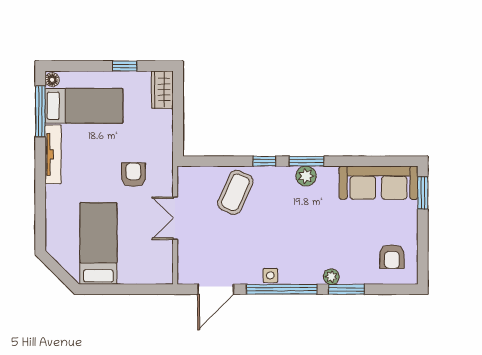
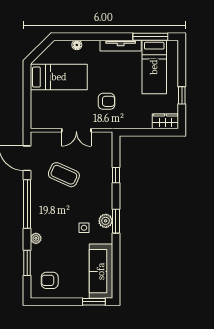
floor lamp: (52, 80) -> (77, 45), moved
window: (264, 161) -> (116, 175), moved
coffee table: (235, 192) -> (64, 175), moved
double door: (175, 218) -> (76, 130), swing flipped
side table: (270, 276) -> (84, 228), moved
window: (346, 289) -> (27, 263), moved

